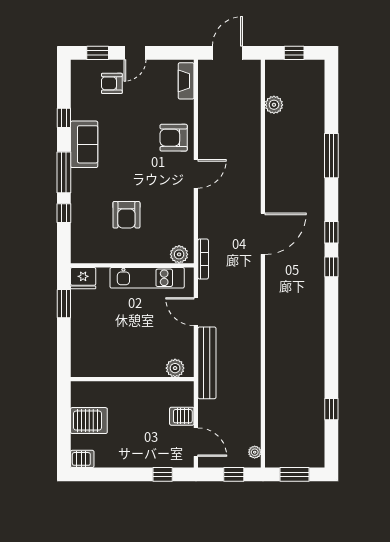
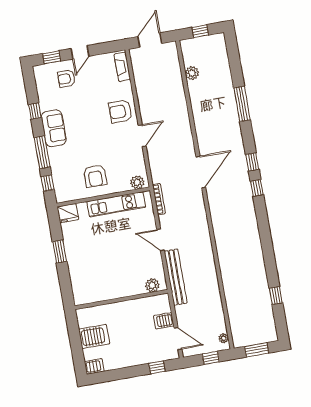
plant: (179, 254) -> (137, 182), moved
wall: (132, 265) -> (103, 197), moved
fridge: (83, 278) -> (68, 213), moved
kitchen unit: (147, 278) -> (116, 204), moved

